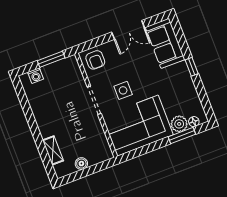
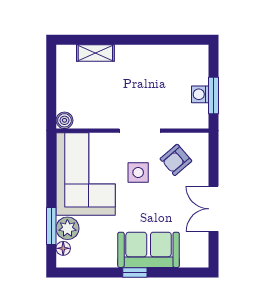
sofa: (165, 43) -> (149, 250), moved
armchair: (95, 60) -> (176, 160), moved, turned -41
washing machine: (36, 76) -> (200, 94), moved
boiler: (81, 164) -> (64, 120), moved

